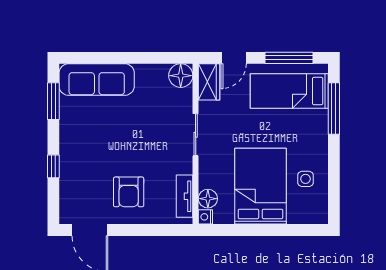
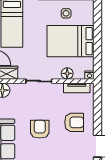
armchair: (118, 136) -> (40, 129), added
floor lamp: (208, 199) -> (67, 73), moved

